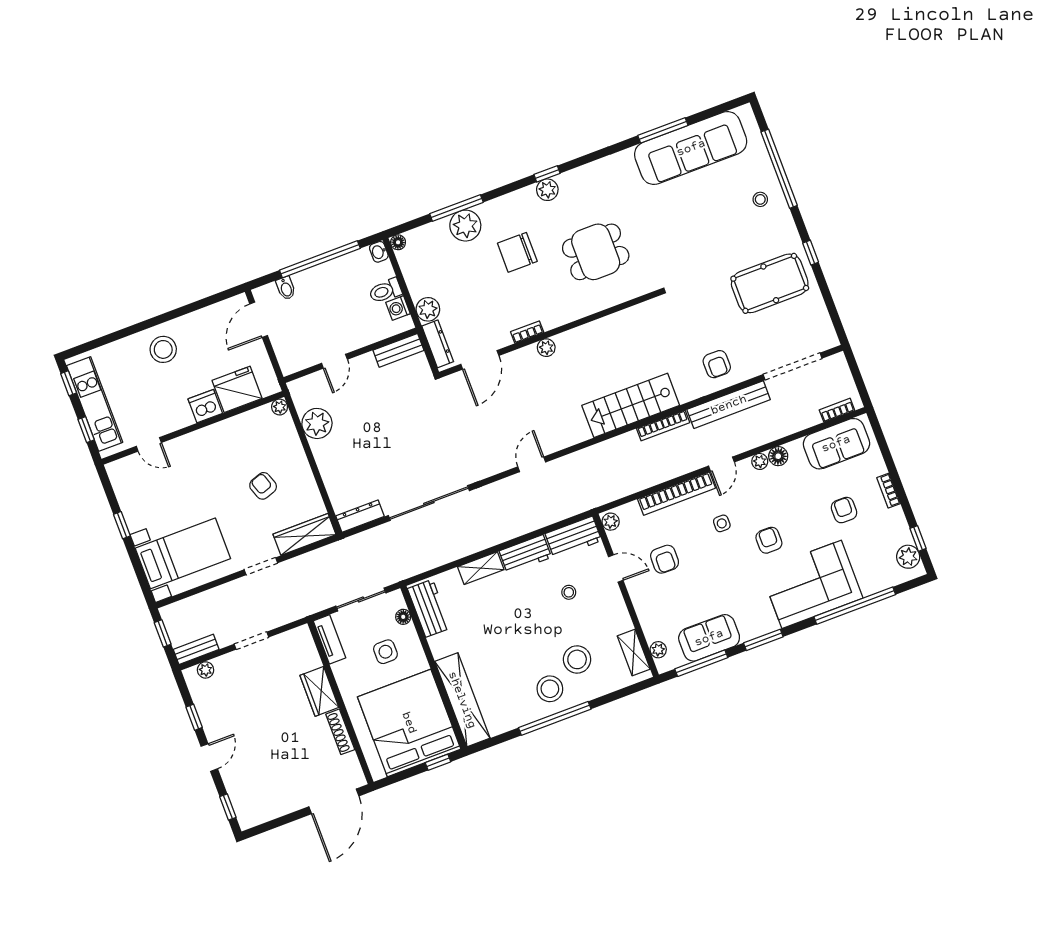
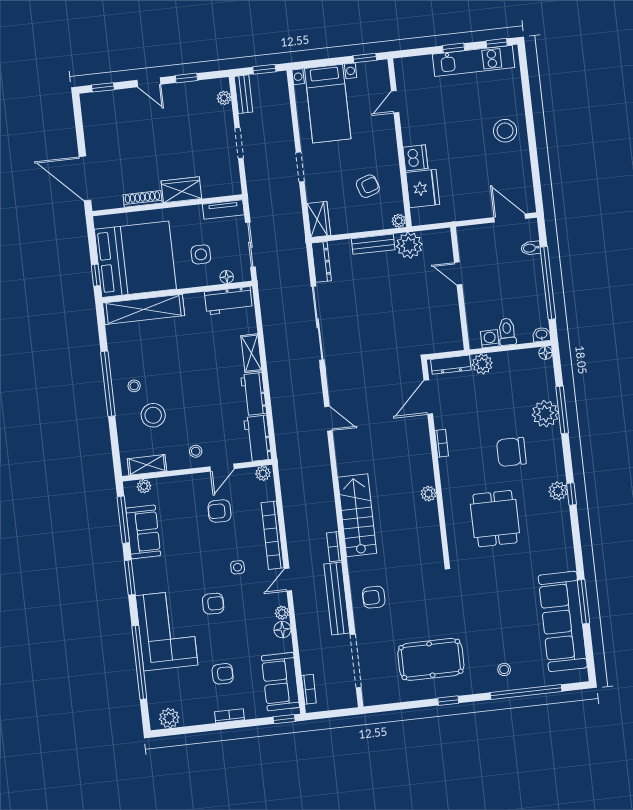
chair: (517, 252) -> (511, 452), turned -90
pool table: (770, 283) -> (431, 659), turned 90
plant: (546, 348) -> (429, 494), moved
bench: (398, 350) -> (373, 244), moved, turned 90
door: (480, 360) -> (428, 397), hinge flipped
fridge: (237, 389) -> (423, 188), moved
dishwasher: (205, 406) -> (415, 158), moved
plant: (280, 407) -> (399, 221), moved
bookcase: (663, 425) -> (334, 547), width x0.64
wall: (193, 428) -> (400, 143), moved
door: (149, 444) -> (395, 102), moved
door: (721, 464) -> (288, 580), hinge flipped
wardrobe: (304, 534) -> (319, 219), width x0.67
window: (918, 538) -> (284, 719), moved
stool: (569, 592) -> (196, 451), moved
stool: (550, 689) -> (134, 386), width x0.53, depth x0.53

